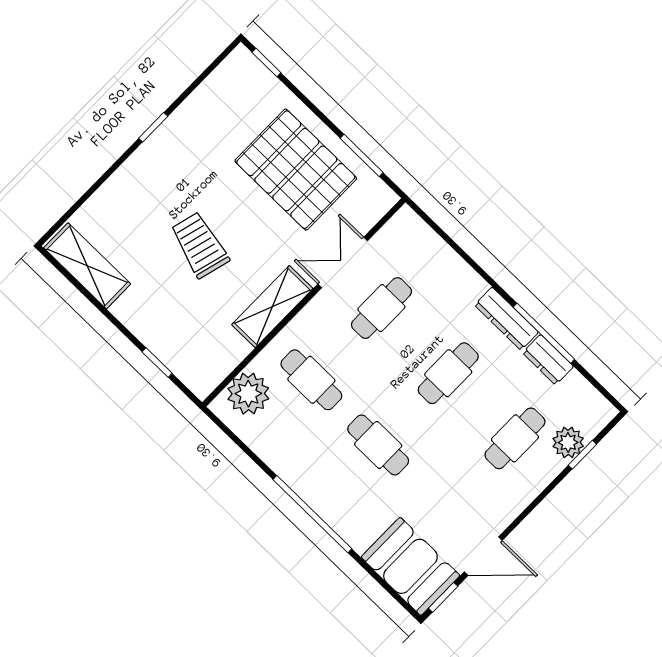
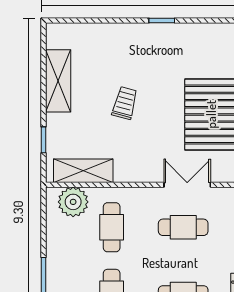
trolley: (200, 245) -> (125, 103), width x0.73, depth x0.72
shelving: (87, 266) -> (58, 81), moved
shelving: (272, 307) -> (83, 171), moved

